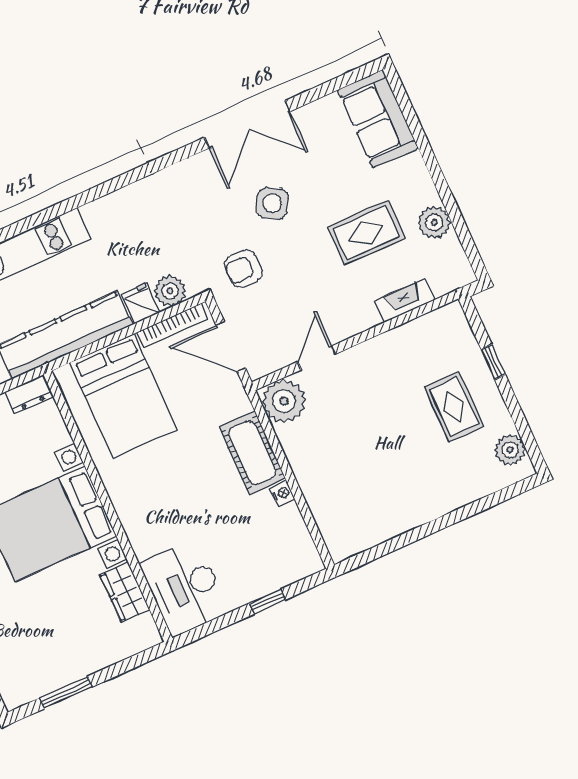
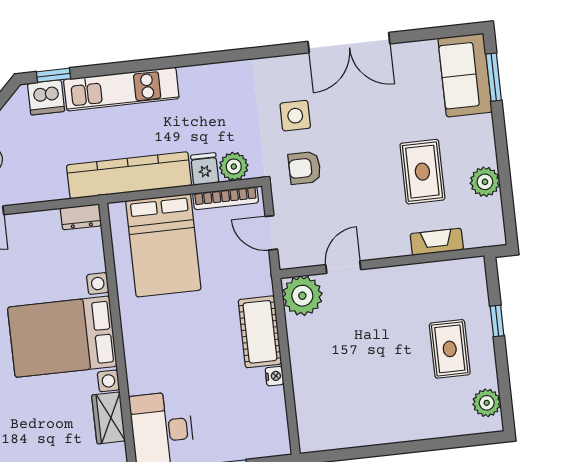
window: (408, 111) -> (494, 77), added
side table: (272, 203) -> (295, 116), moved, turned -31
rug: (366, 233) -> (422, 172), turned 90
door: (231, 347) -> (271, 233), width x0.73

